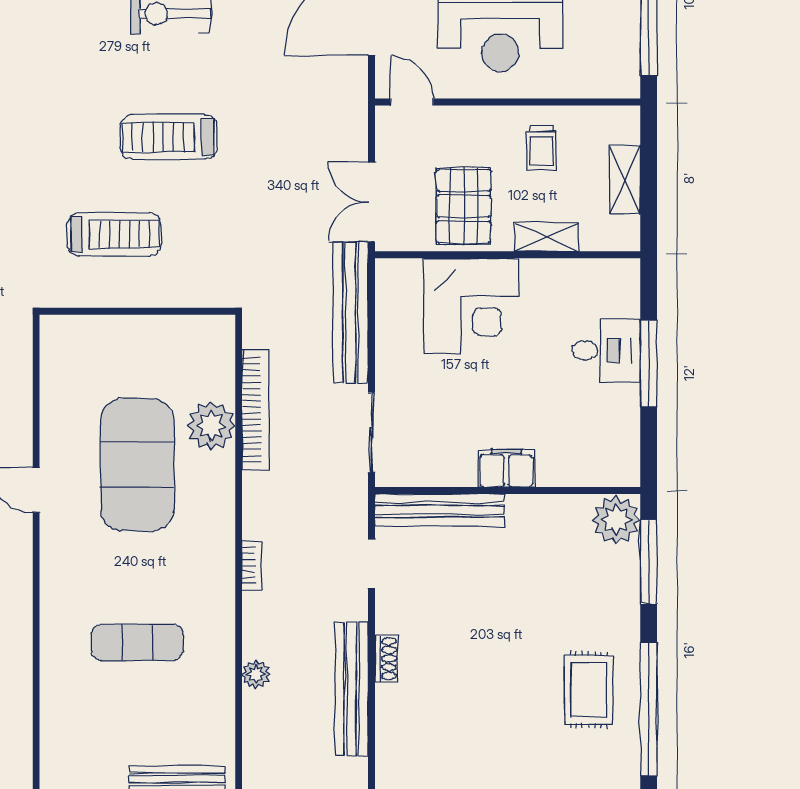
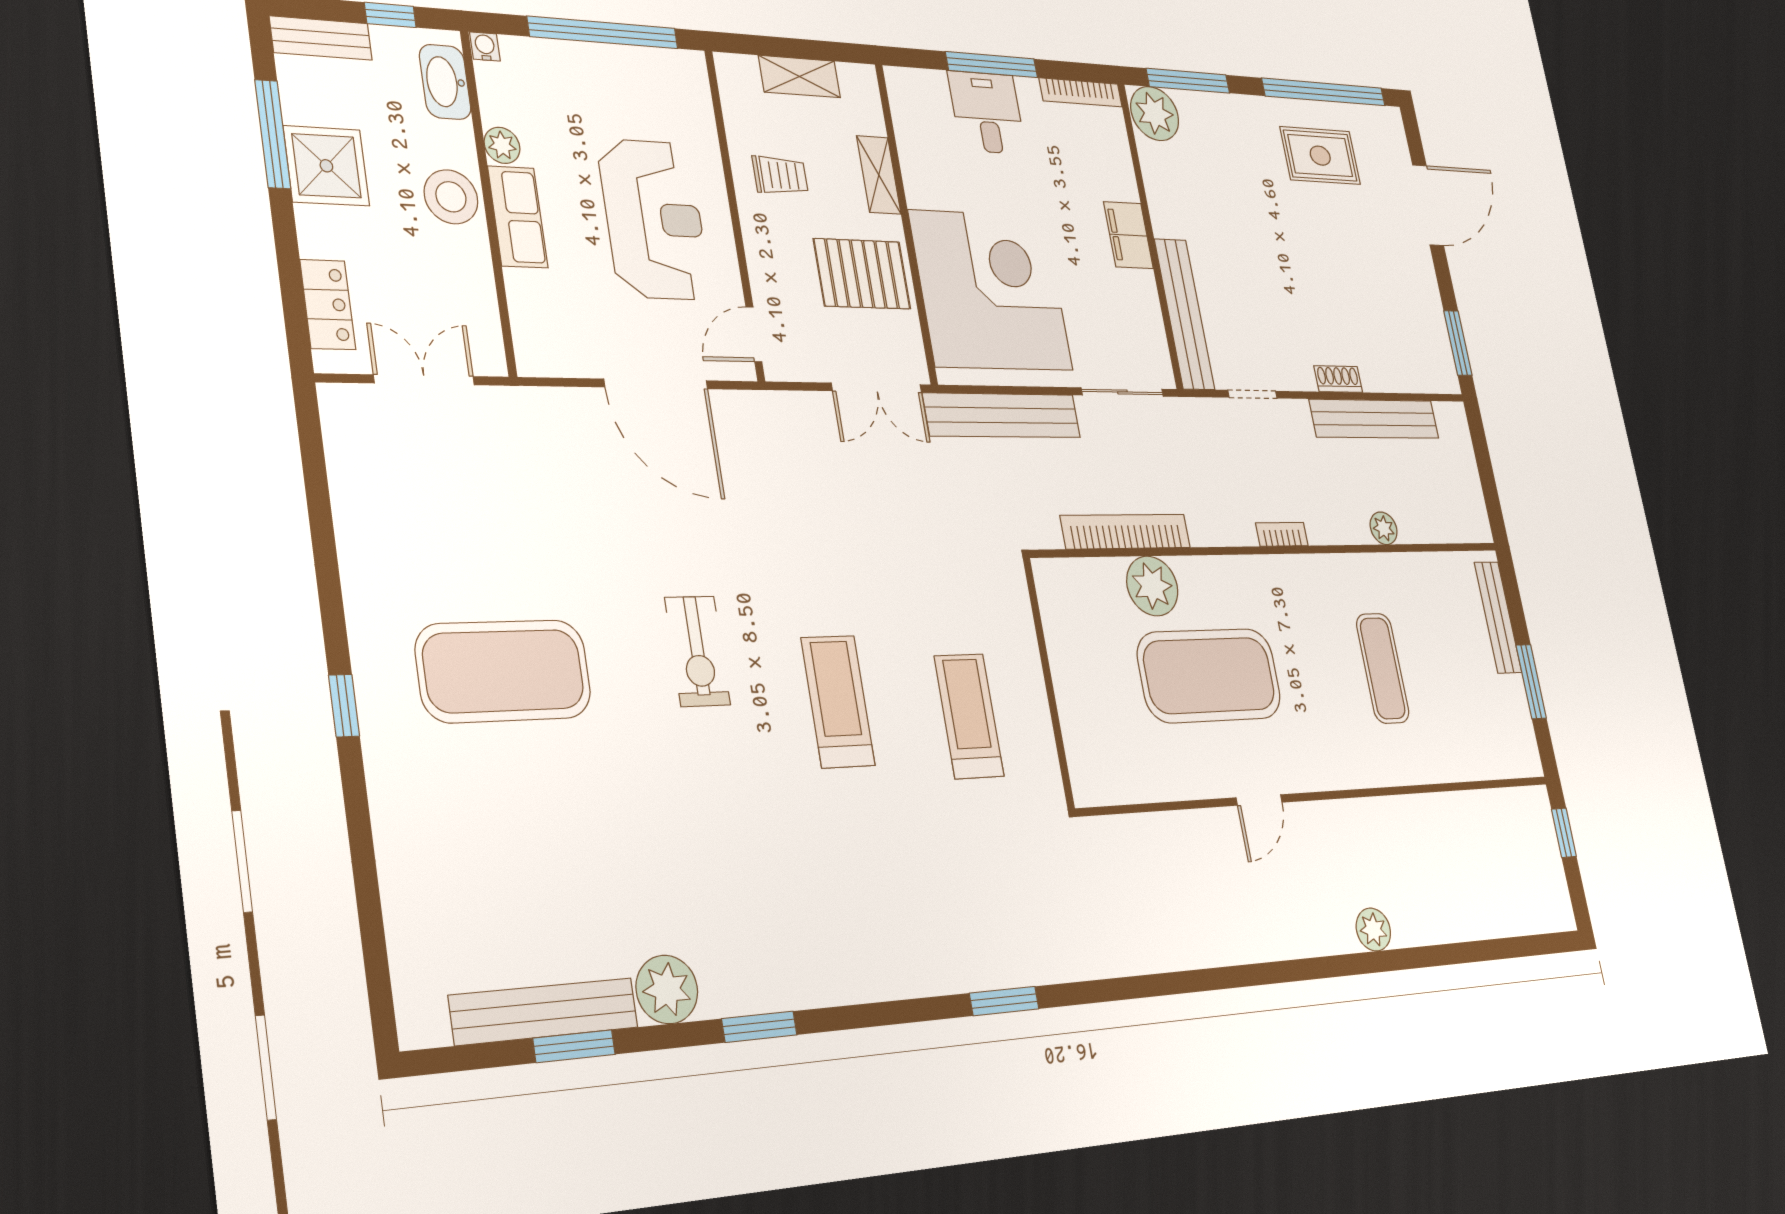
treadmill: (169, 137) -> (838, 702), moved, turned 180
corner desk: (471, 306) -> (991, 290), width x1.36, depth x1.36
bookcase: (630, 448) -> (1081, 92), added

